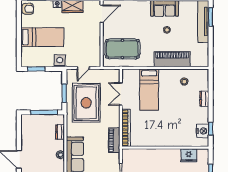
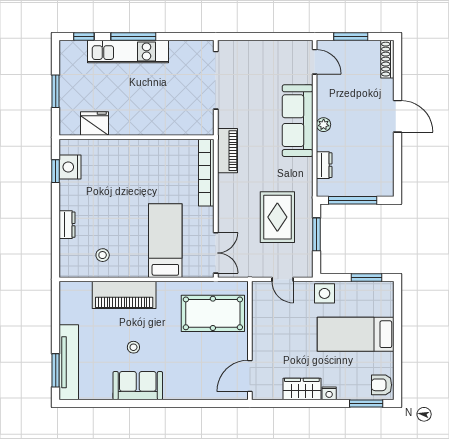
door: (83, 68) -> (283, 279), swing flipped
double door: (121, 94) -> (216, 253), moved
rug: (86, 103) -> (277, 217), width x0.73, depth x0.69

